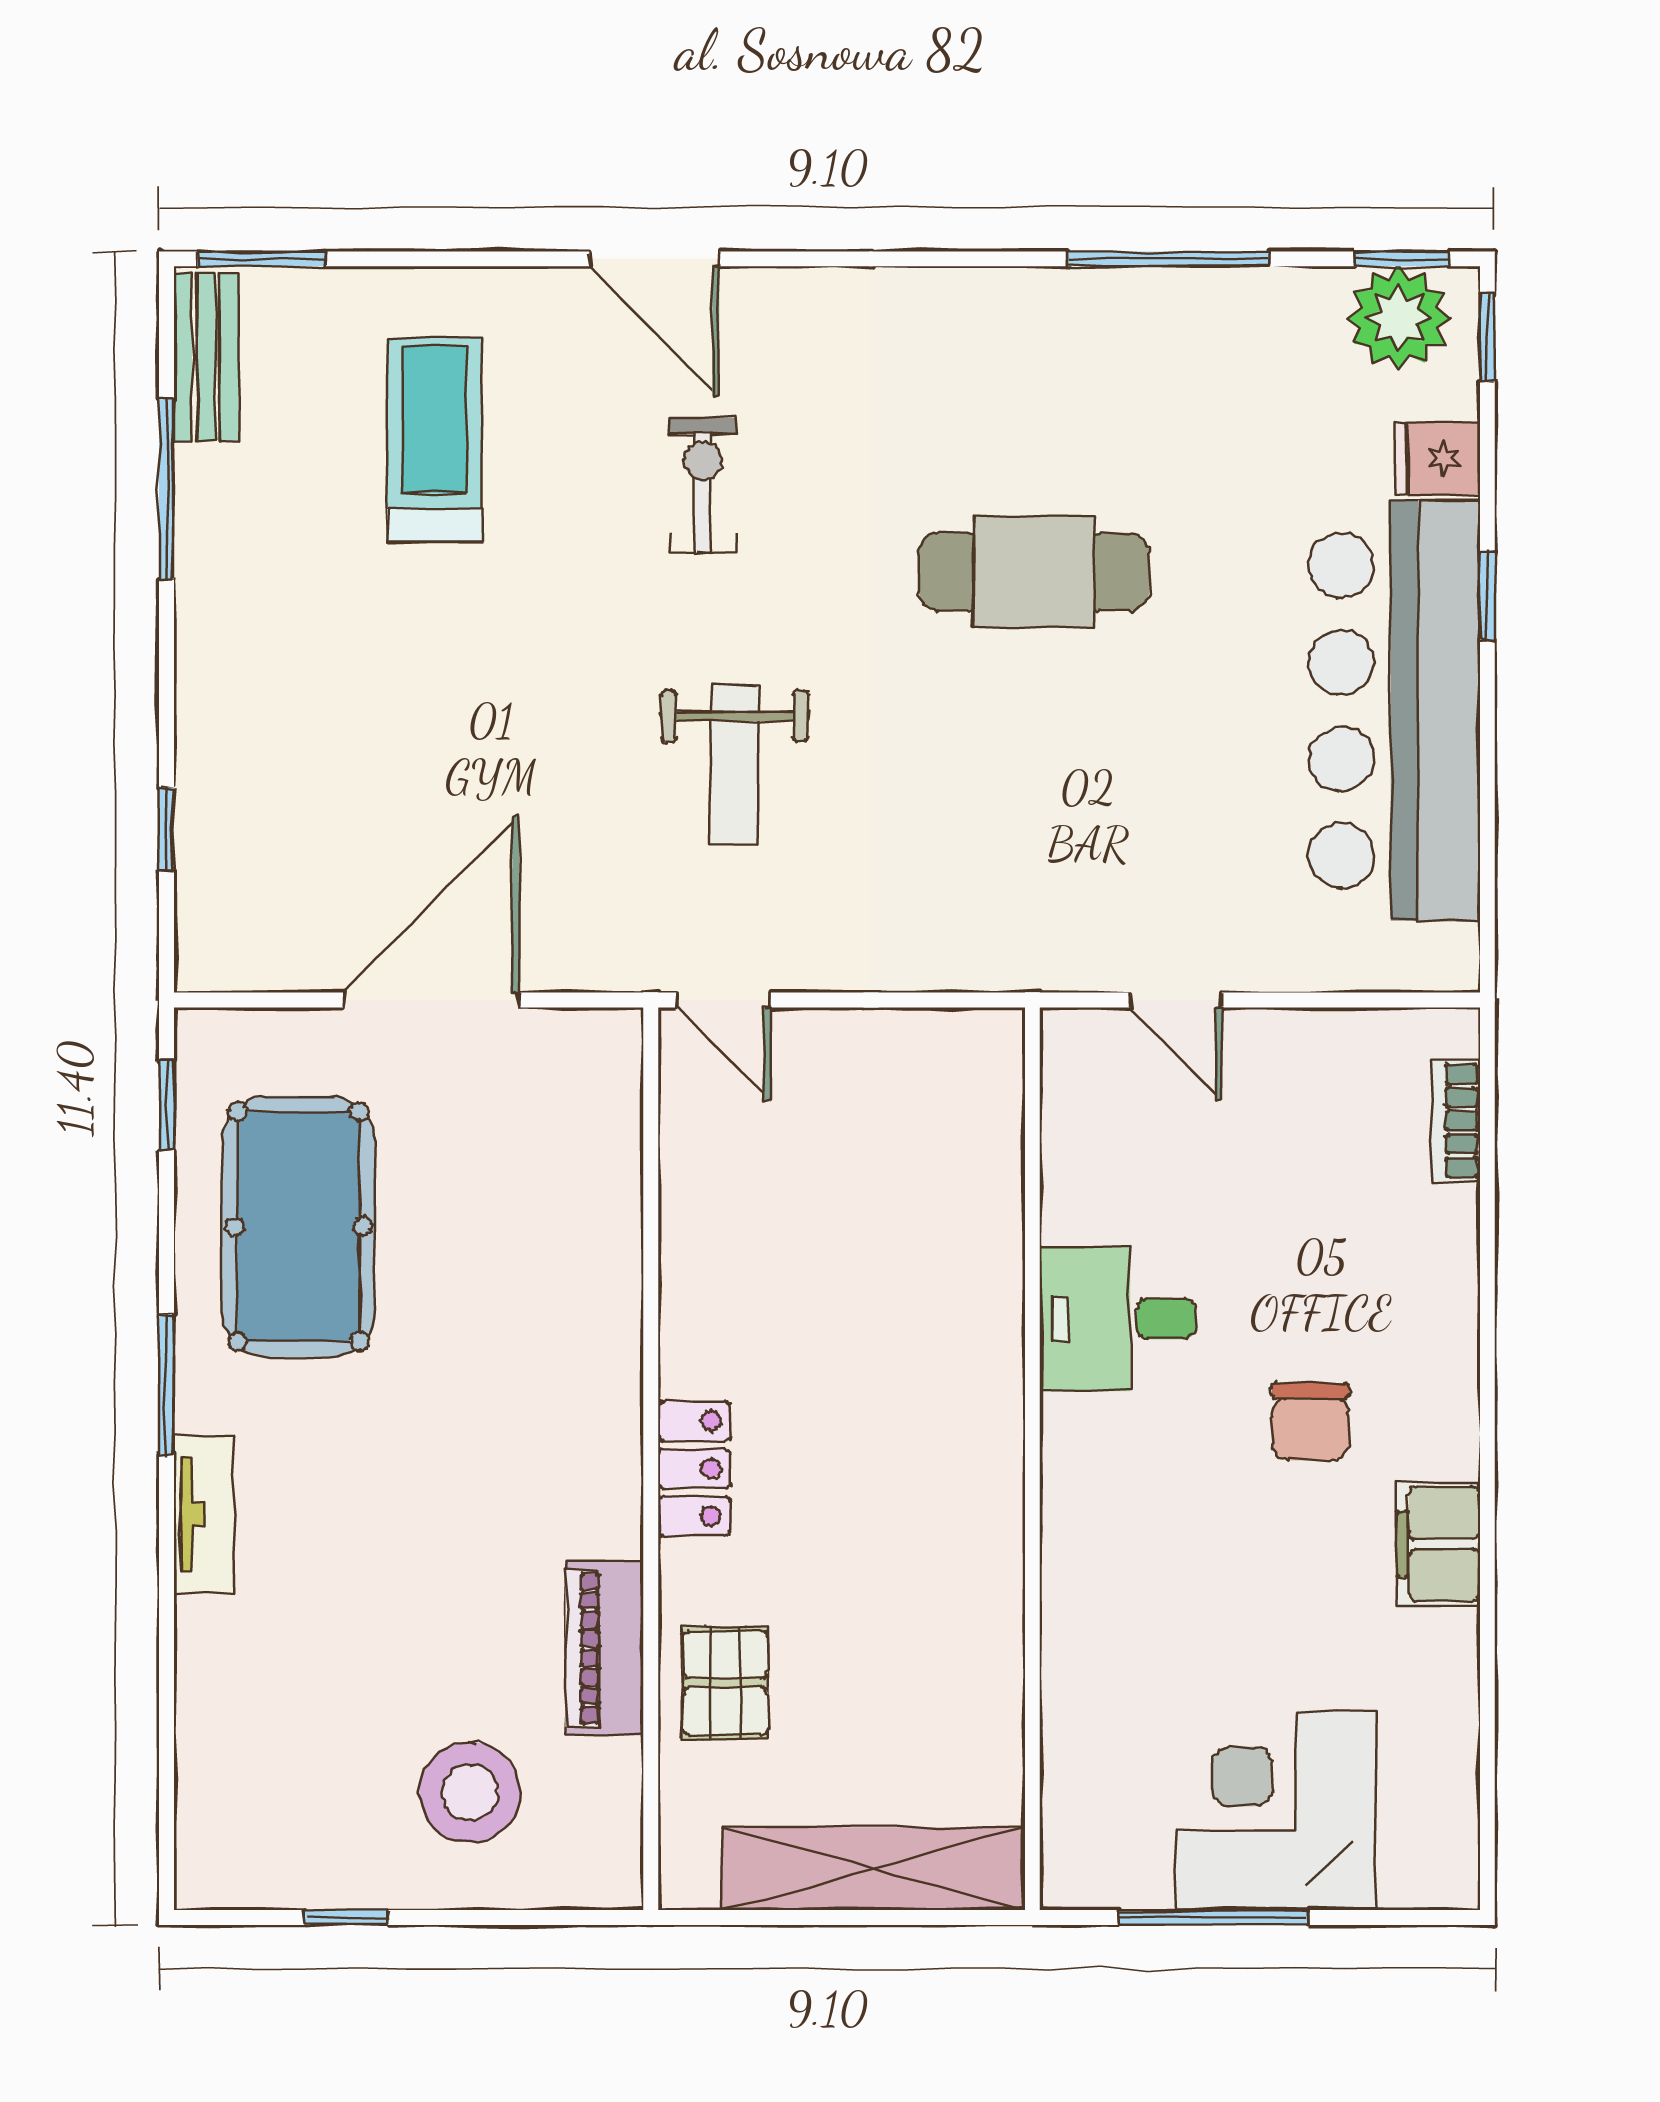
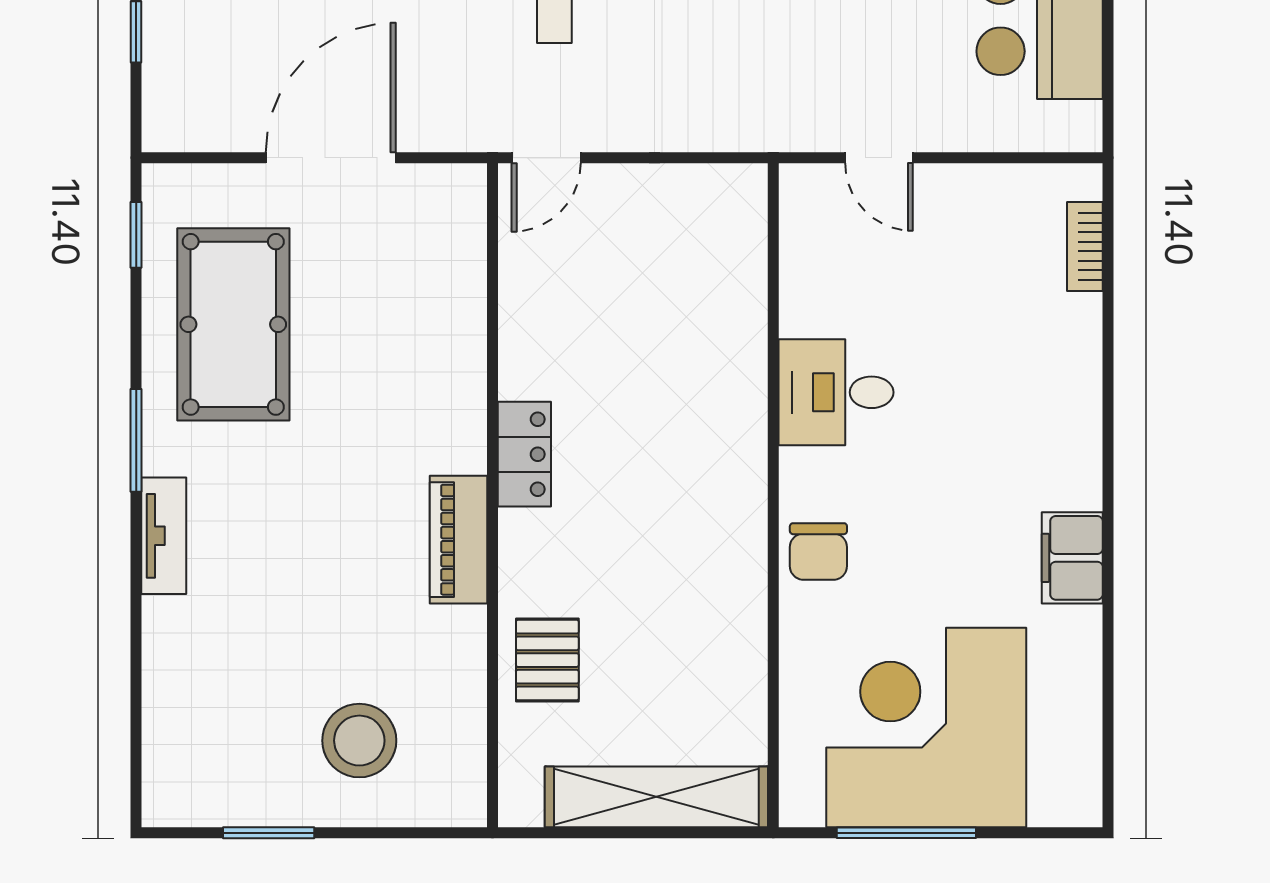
door: (724, 1000) -> (546, 158), hinge flipped
chair: (1311, 1422) -> (818, 551), moved
locker: (694, 1469) -> (524, 454), moved
piano: (605, 1648) -> (458, 540), moved
corner desk: (1276, 1810) -> (926, 727), width x1.36, depth x1.36
window: (347, 1917) -> (269, 833), width x1.50

